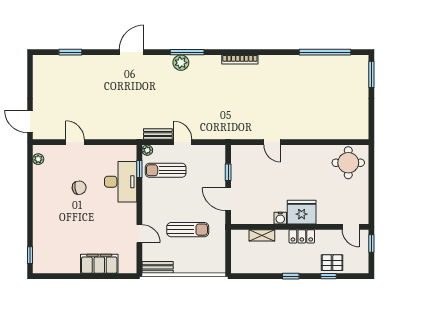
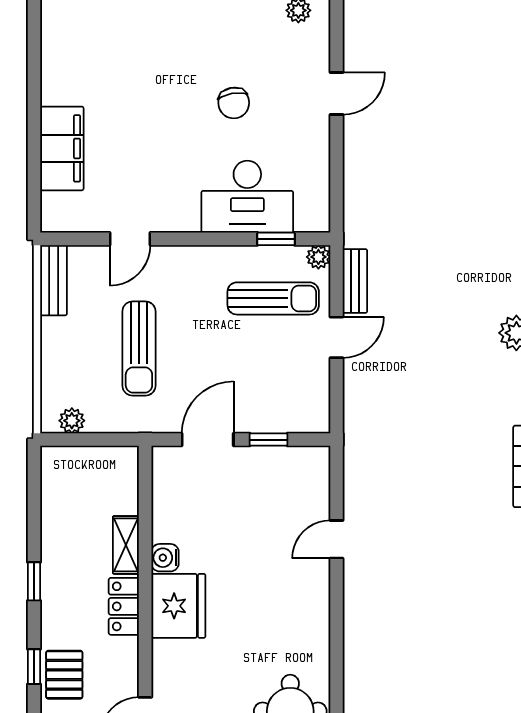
sun lounger: (166, 170) -> (273, 298), turned 90
shelving: (262, 235) -> (126, 545), moved
plant: (220, 259) -> (72, 421), added

